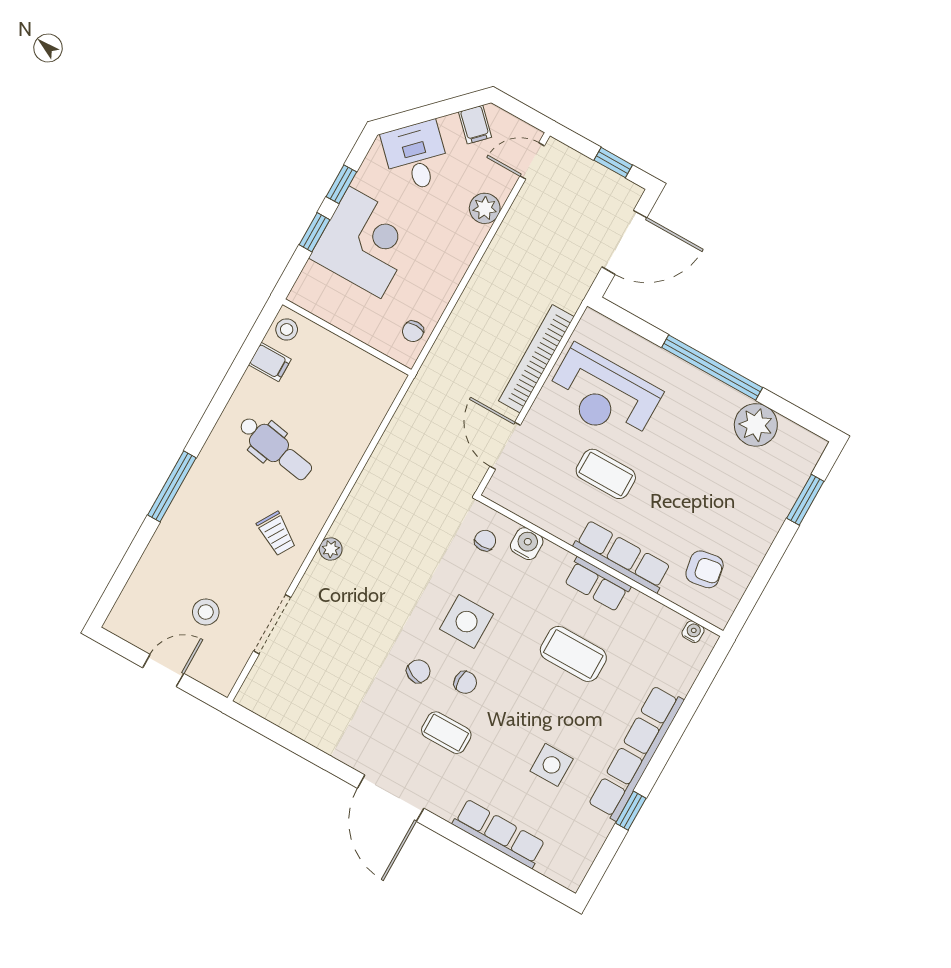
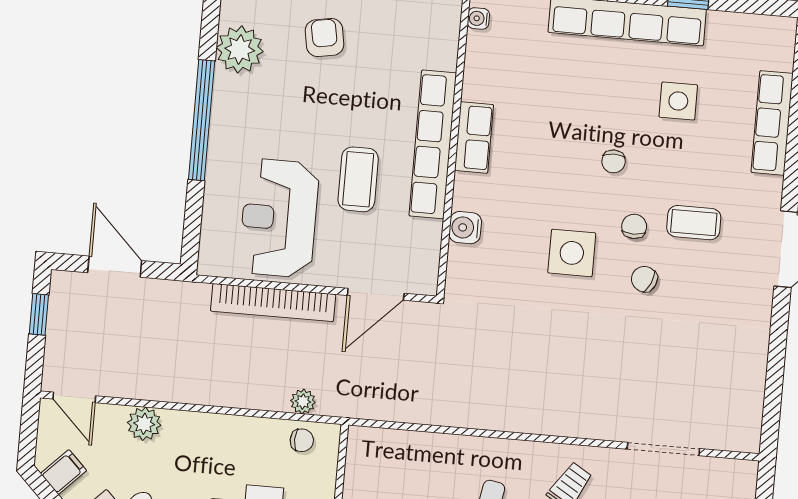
door: (624, 242) -> (115, 267), width x0.73
reception desk: (603, 395) -> (279, 218), turned 180
chair: (485, 541) -> (614, 161), moved, turned -90
plant: (331, 549) -> (303, 402), moved
row of seats: (622, 556) -> (433, 144), width x1.36
armchair: (705, 569) -> (325, 37), moved
coffee table: (573, 654) -> (556, 130), removed
coffee table: (446, 733) -> (694, 223), turned 90

